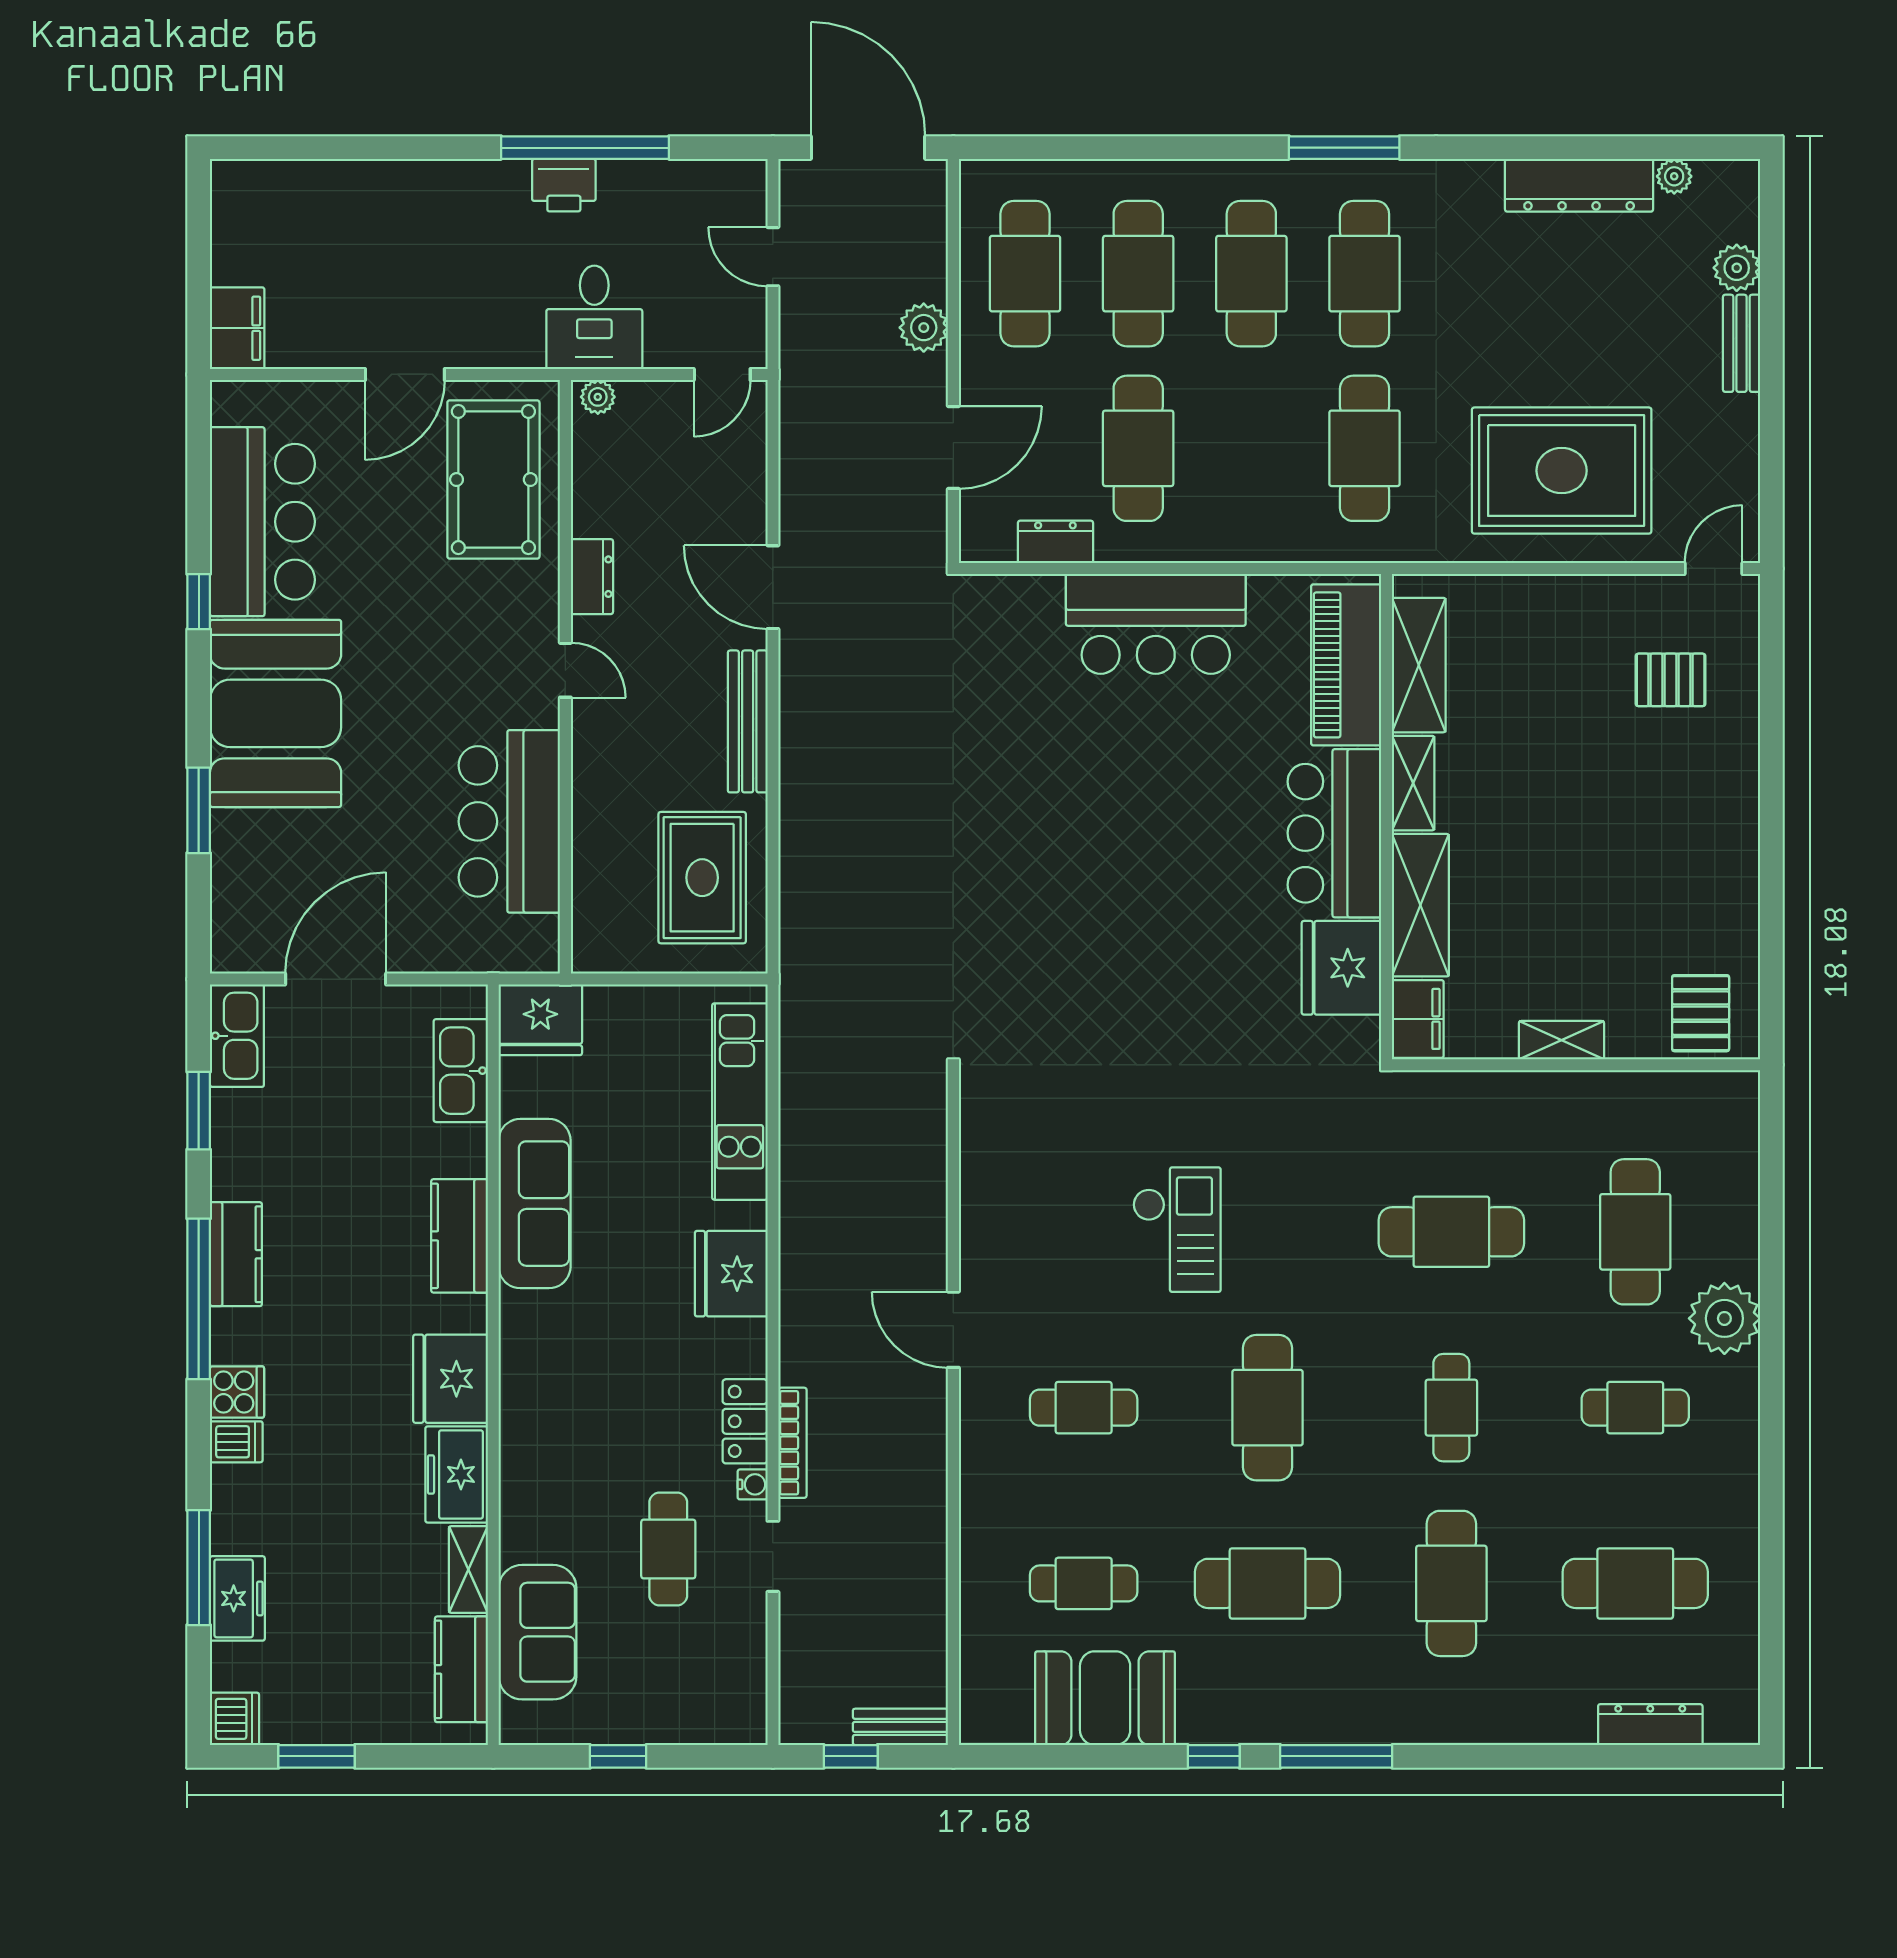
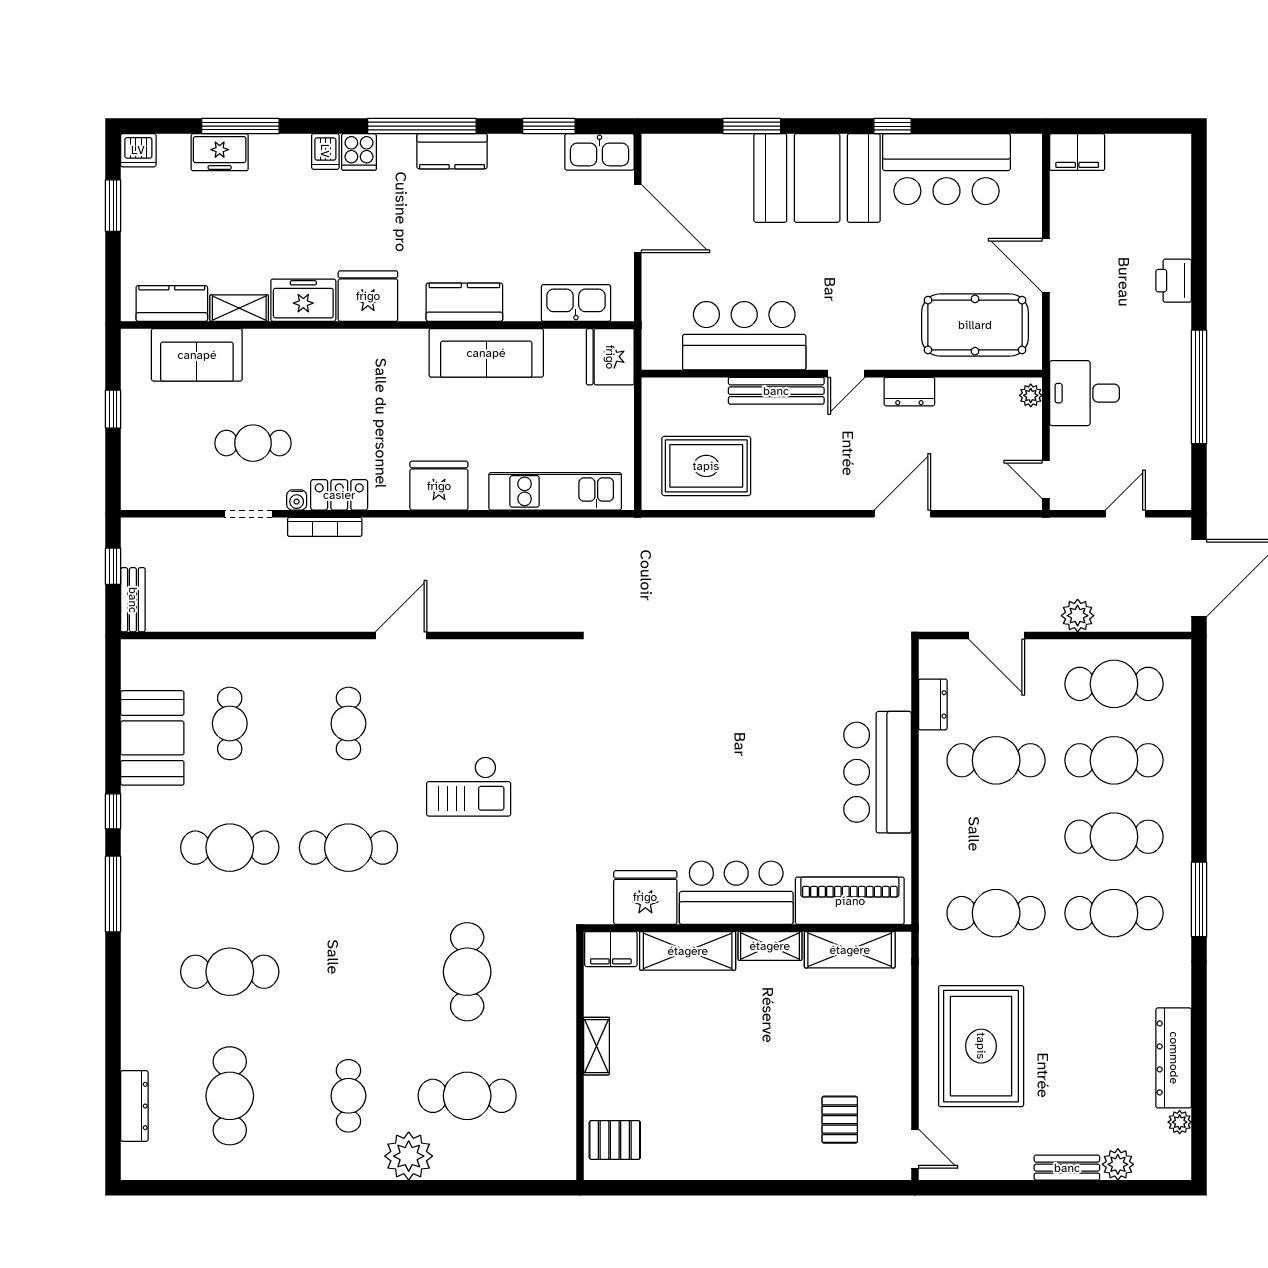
printer: (564, 185) -> (1174, 281), moved
bench: (748, 721) -> (776, 391), moved
cafe table: (1451, 1408) -> (348, 972), removed
cafe table: (1267, 1583) -> (230, 848), turned 90

